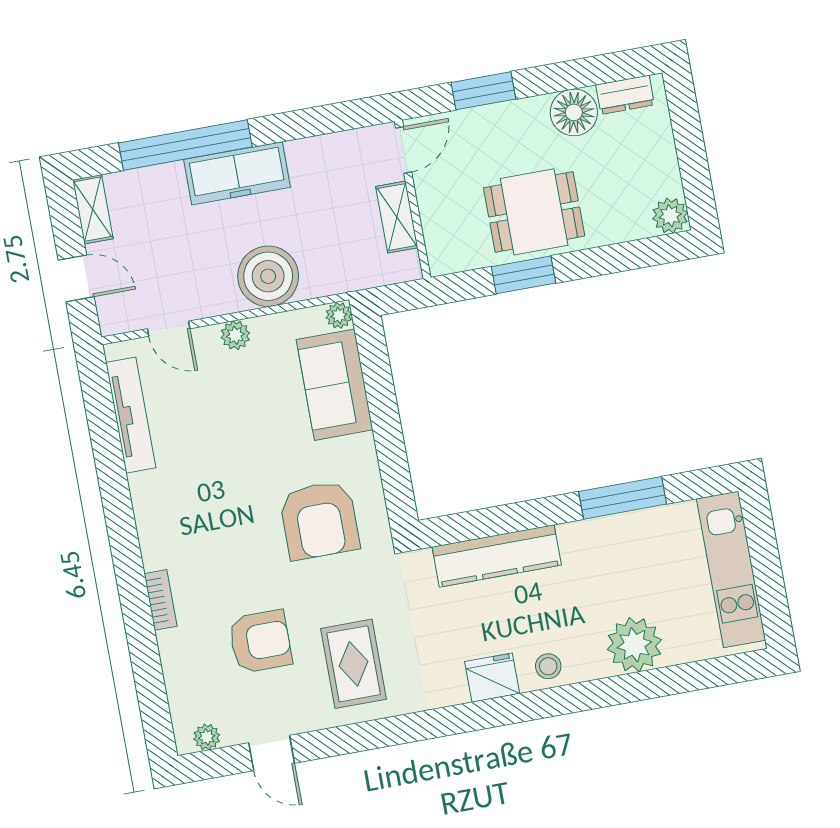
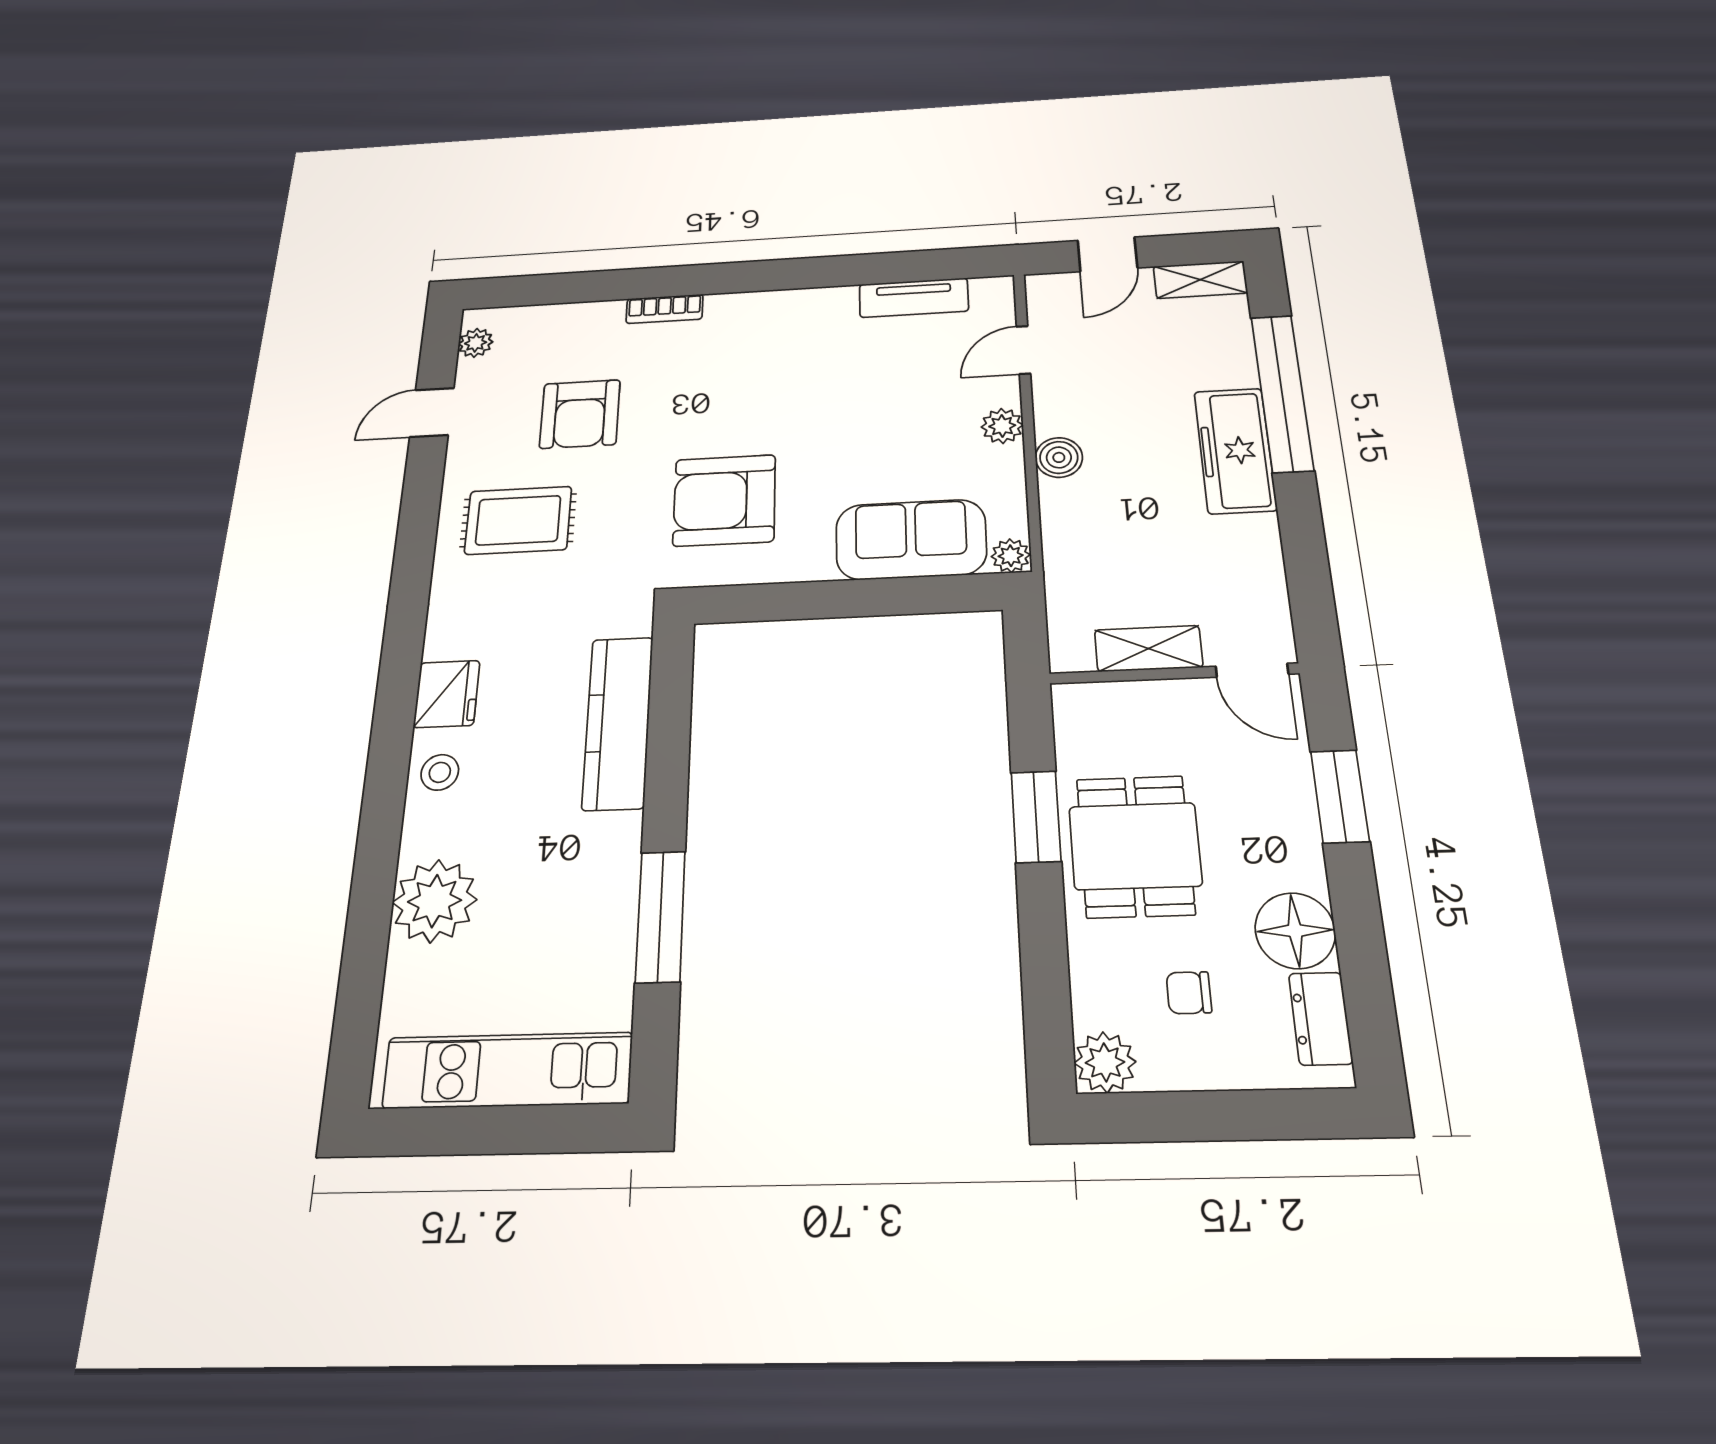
chair: (621, 171) -> (1189, 993), added
boiler: (268, 276) -> (1059, 457), width x0.54, depth x0.54
tv unit: (131, 415) -> (914, 298), width x0.71

